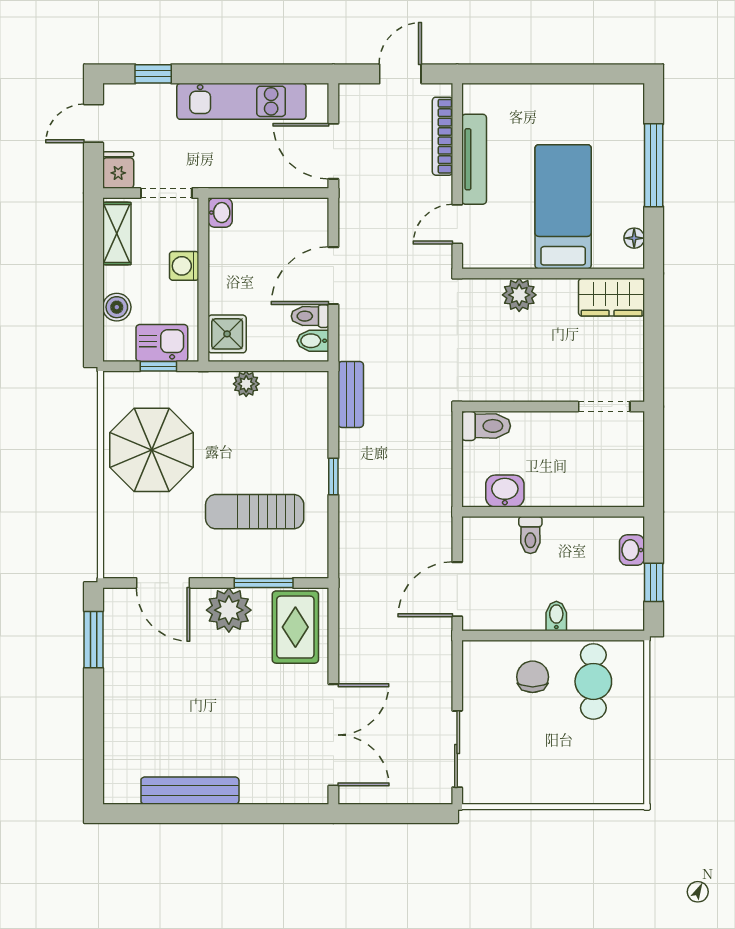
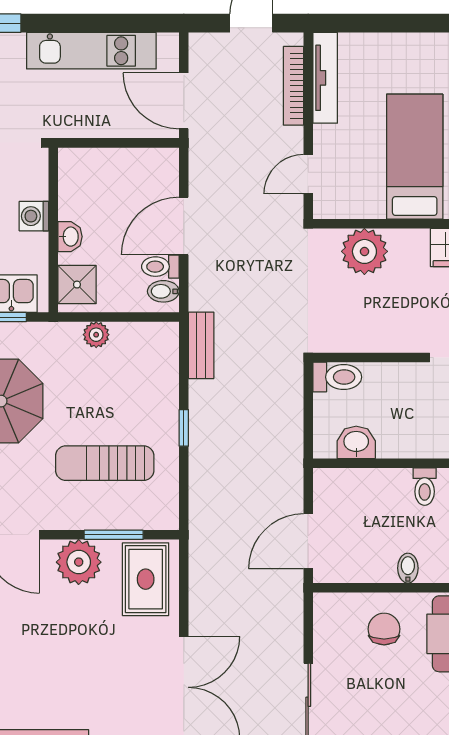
tv unit: (474, 159) -> (325, 78), moved
washbasin: (220, 213) -> (70, 237), moved
plant: (519, 295) -> (364, 251), width x1.36, depth x1.36
toilet: (530, 535) -> (425, 487), moved

